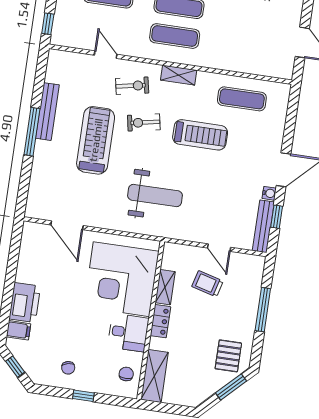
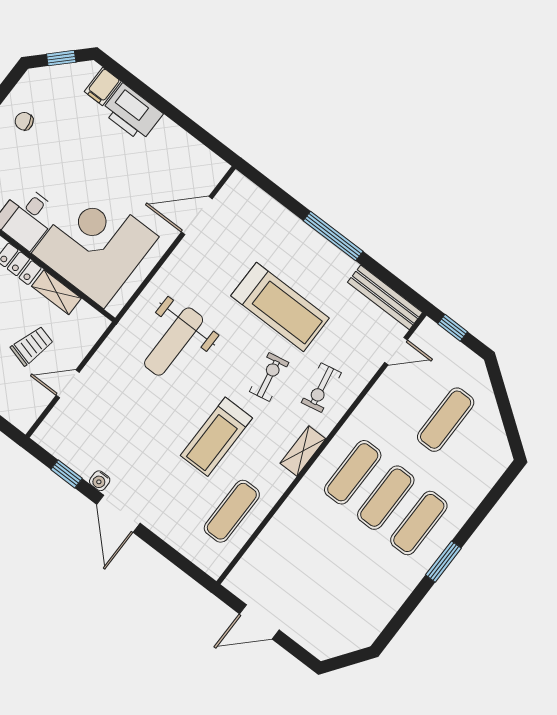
door: (106, 55) -> (396, 351), moved
bench: (47, 112) -> (385, 297), moved
bench: (263, 226) -> (64, 452), removed

